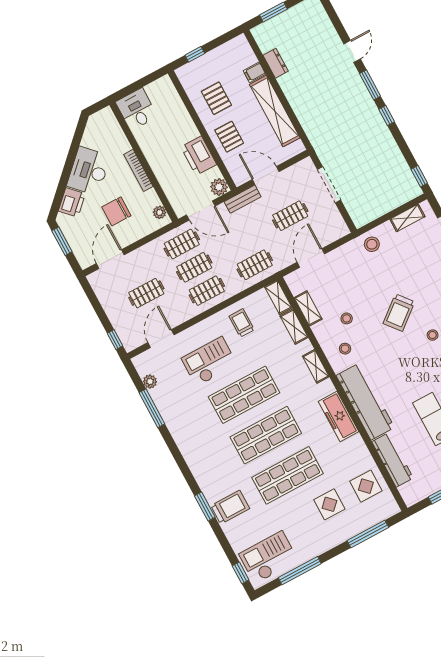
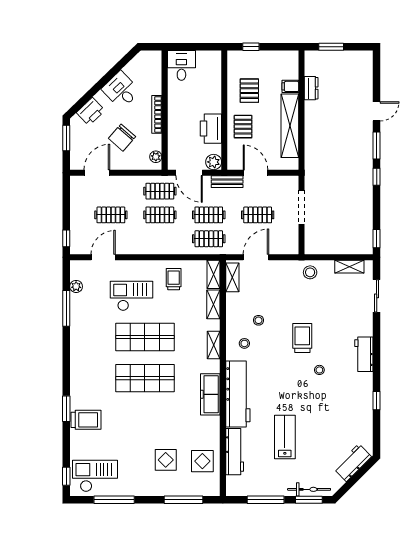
desk: (89, 171) -> (121, 90), width x0.73
chair: (116, 211) -> (122, 138), turned -49
clothes rail: (207, 291) -> (209, 215), moved
shelving: (308, 308) -> (232, 277), moved
trolley: (399, 313) -> (302, 338), turned 129
shop shelf: (288, 475) -> (145, 419), removed

